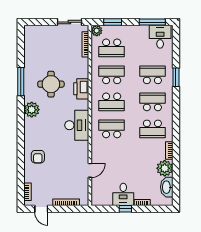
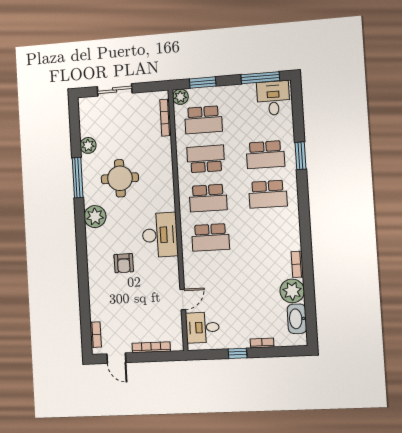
sliding door: (69, 22) -> (115, 90), moved
plant: (30, 60) -> (88, 145), added
school desk: (152, 75) -> (265, 155), turned 180
printer: (81, 89) -> (163, 182), removed
school desk: (152, 102) -> (268, 194), turned 180
school desk: (112, 129) -> (210, 237), turned 180
school desk: (152, 129) -> (270, 234), removed
armchair: (38, 157) -> (124, 263), moved
desk: (123, 194) -> (202, 327), moved, turned 90

